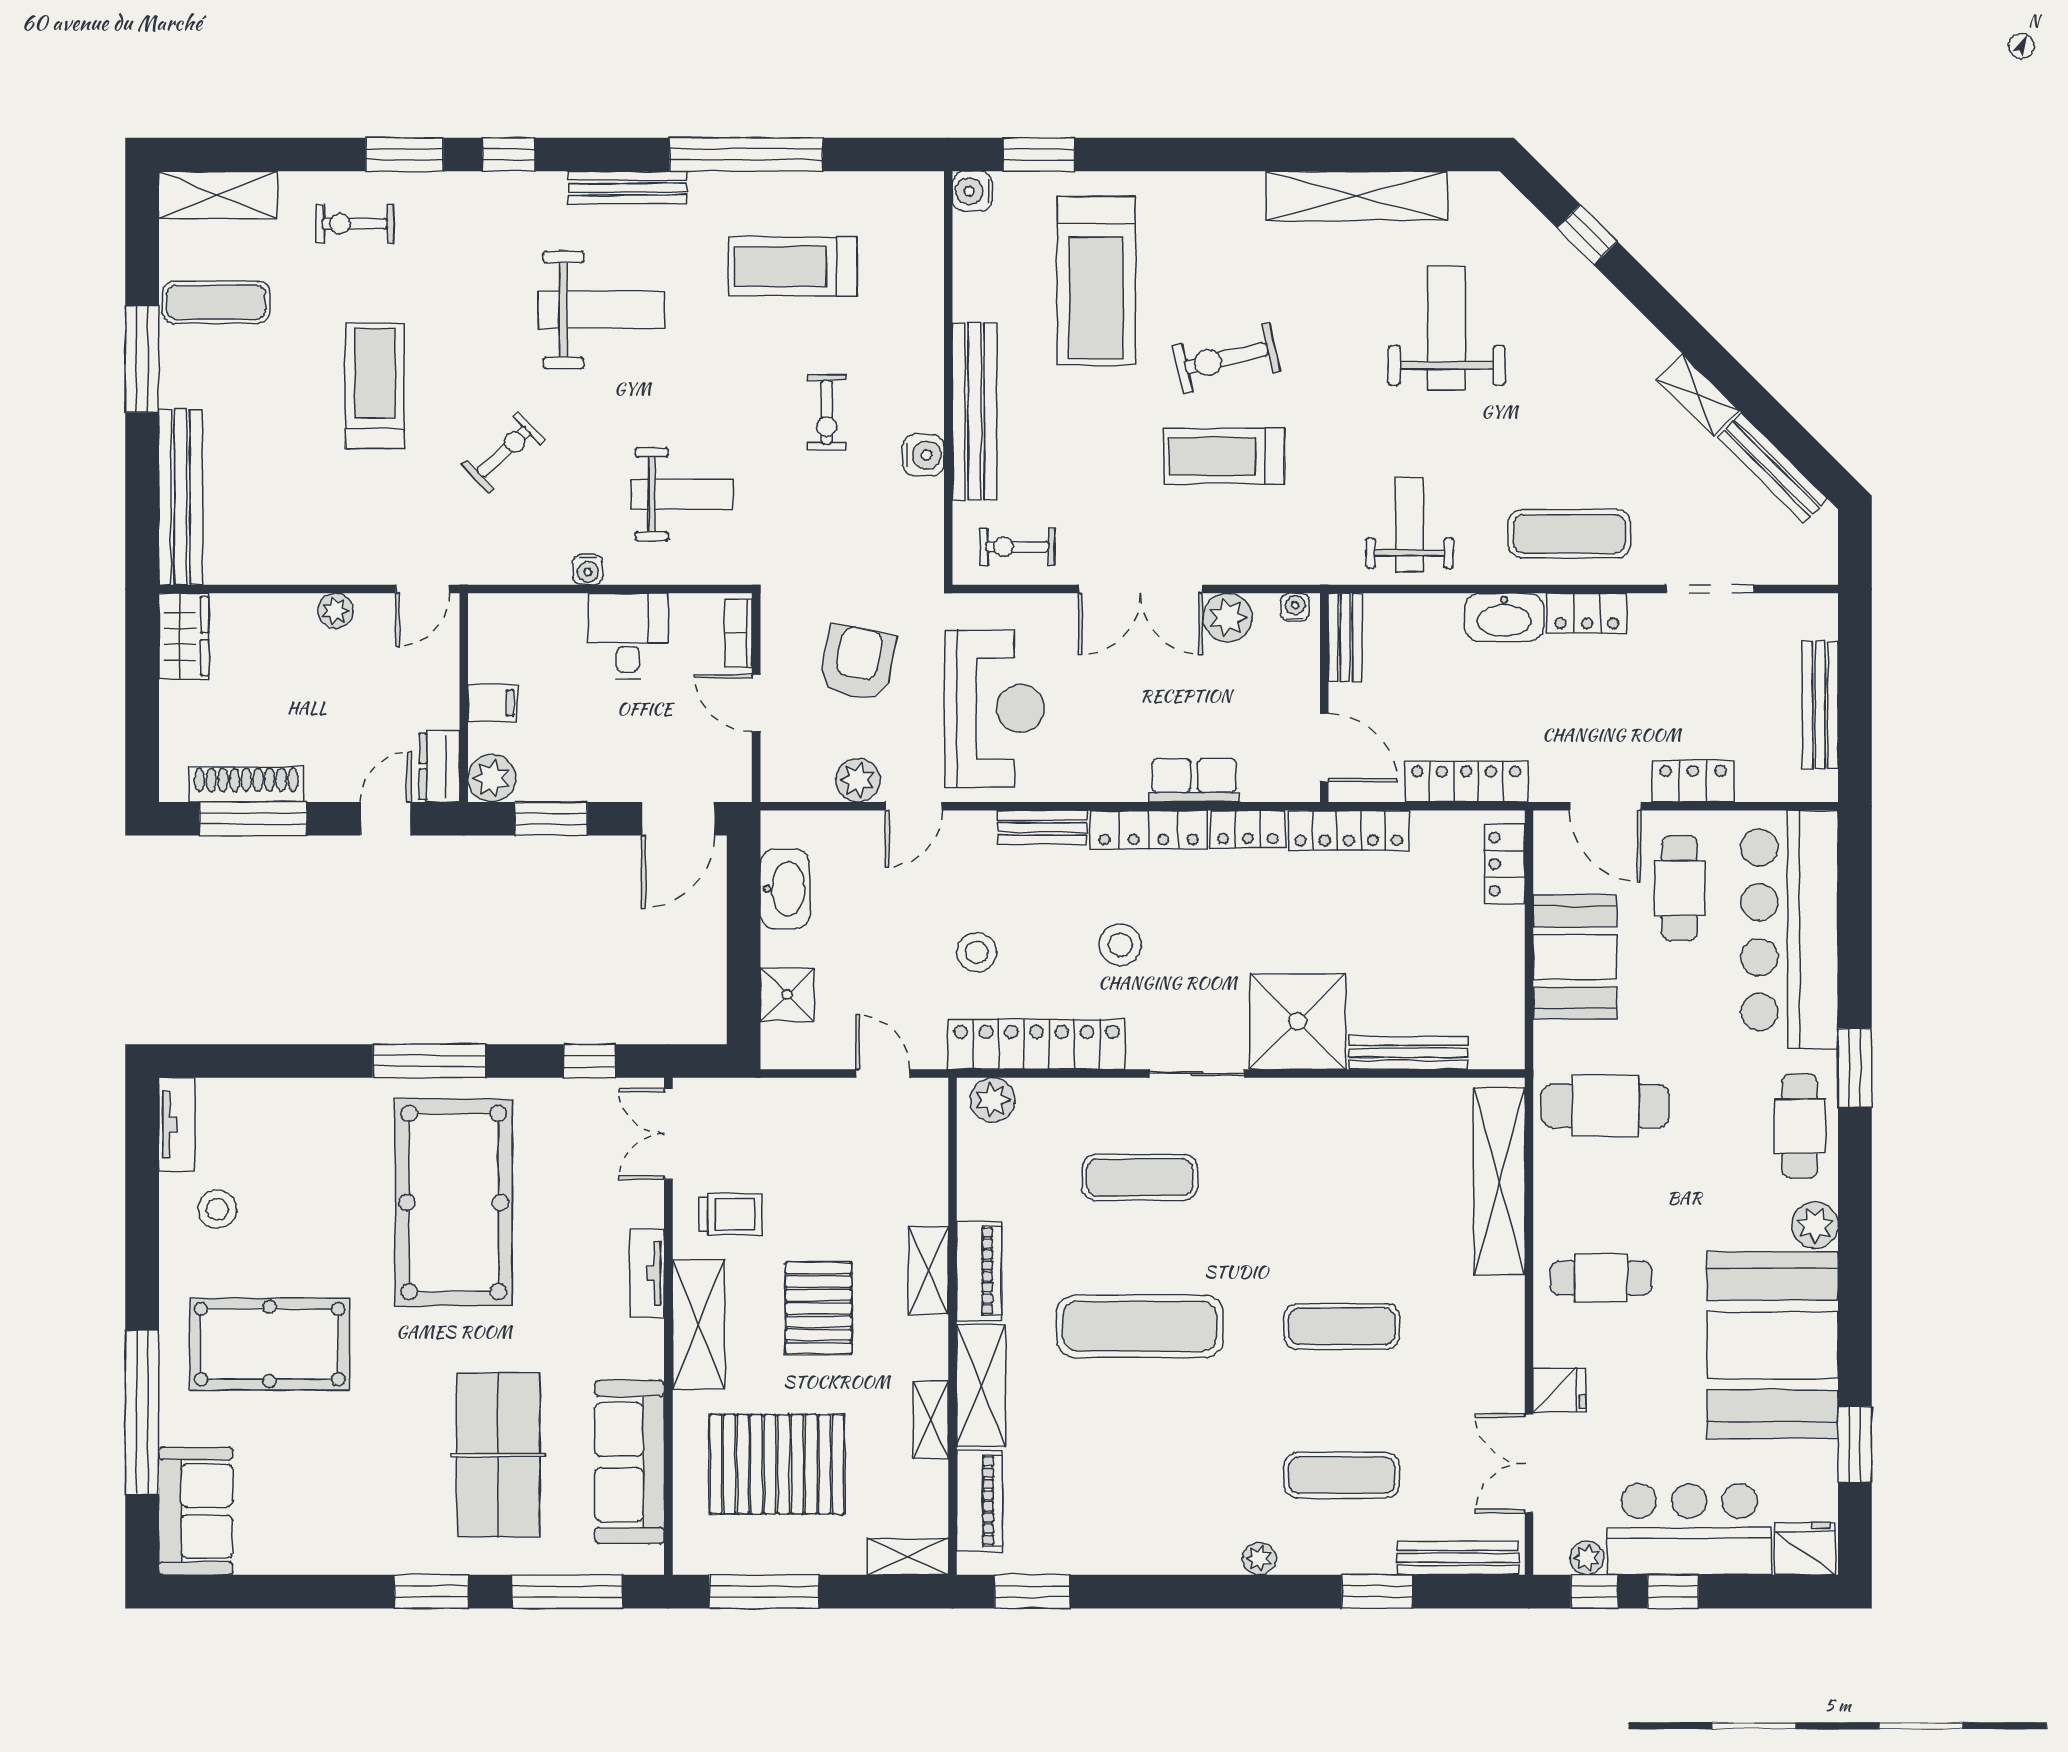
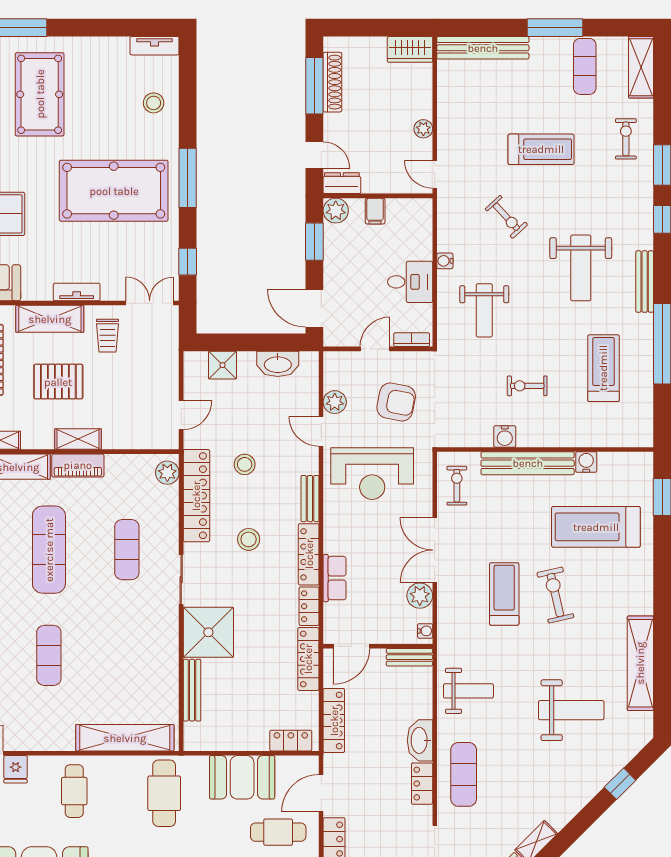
water cooler: (972, 191) -> (586, 462), moved
stool: (217, 1209) -> (154, 103), moved

